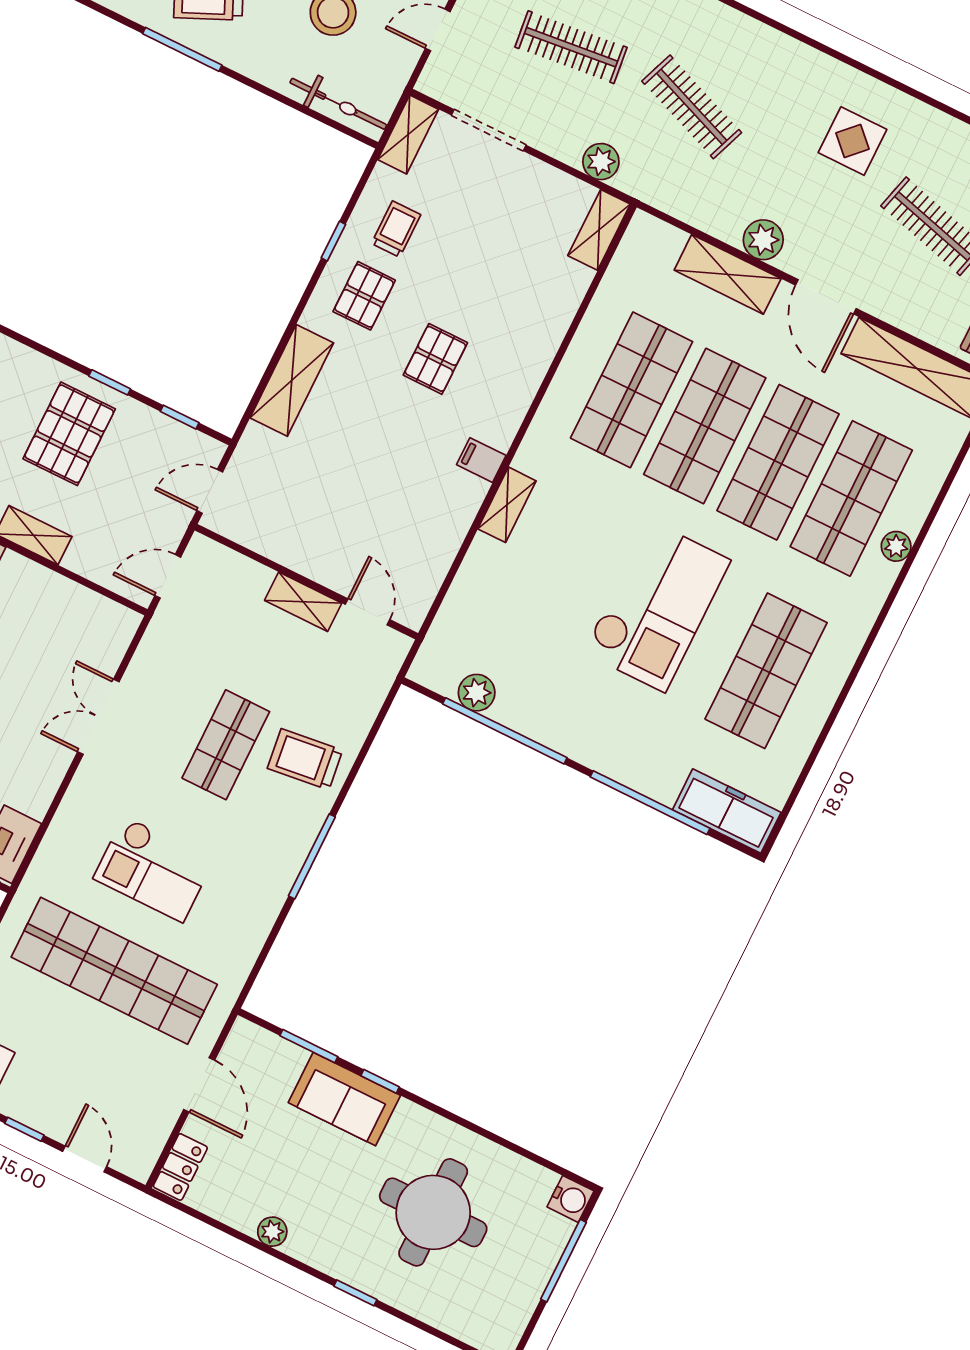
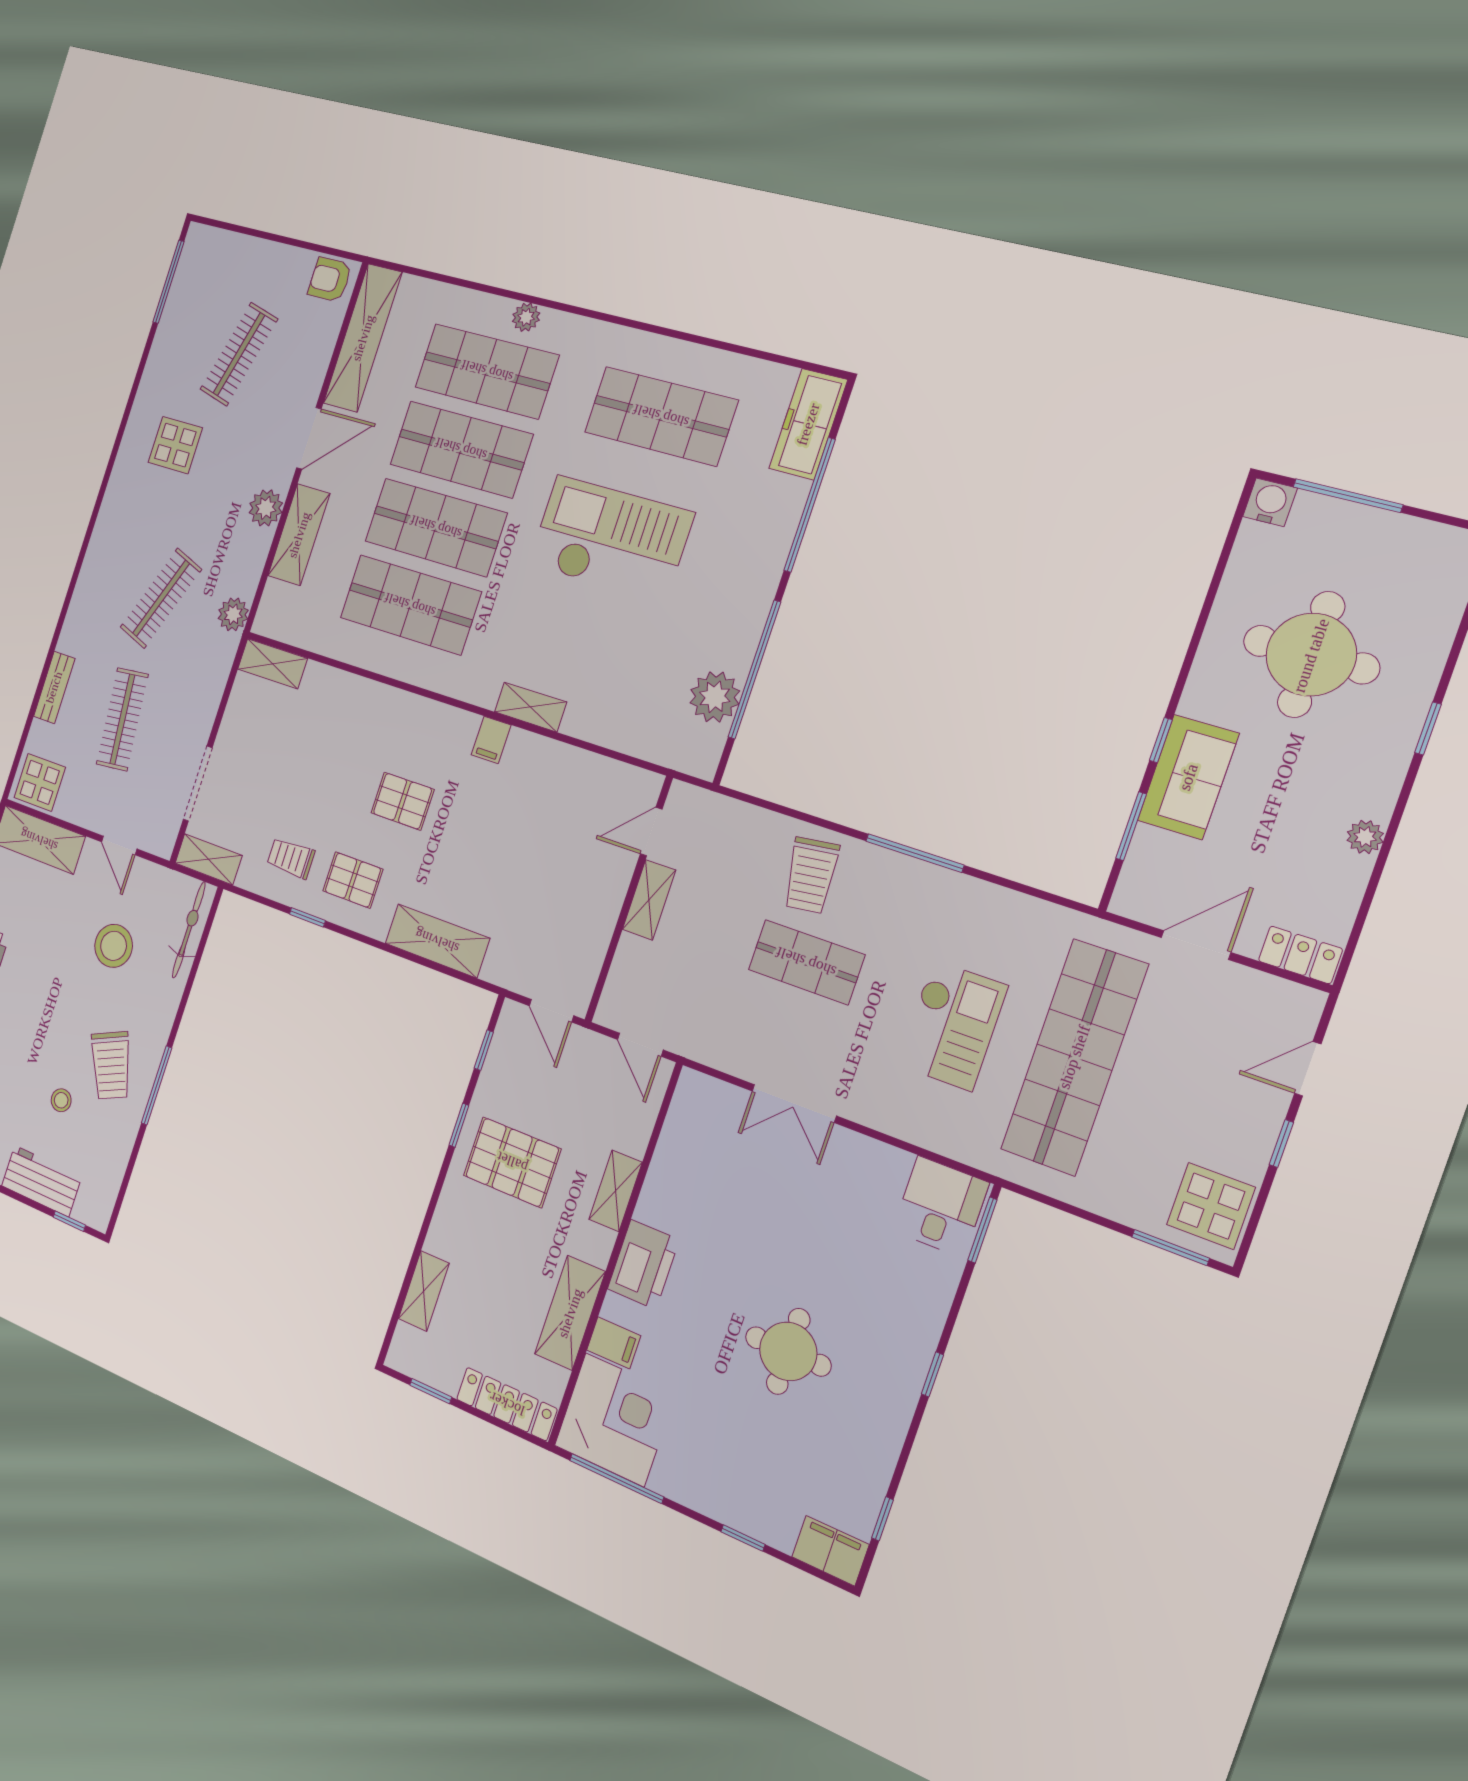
plant: (601, 162) -> (233, 614), moved
plant: (477, 693) -> (715, 697), width x1.36, depth x1.36

